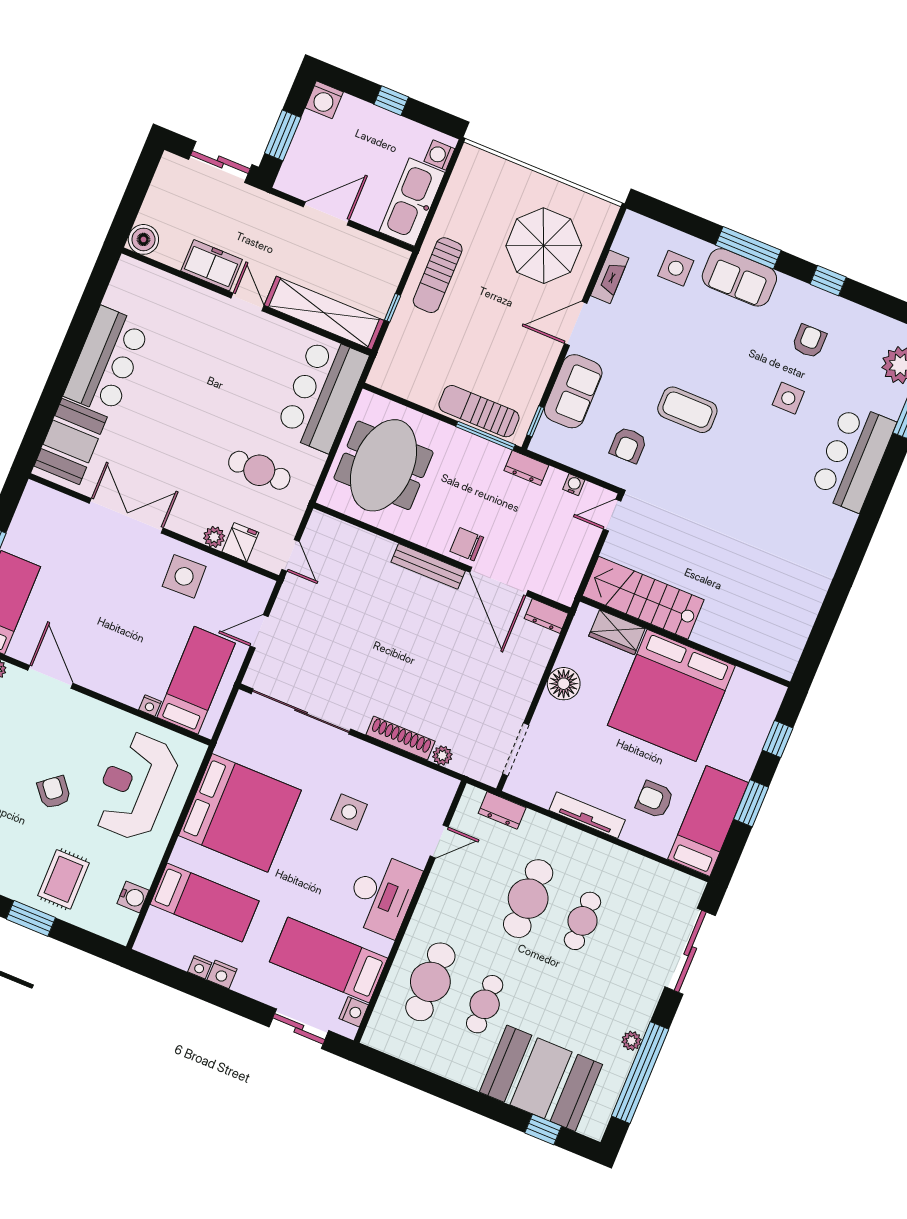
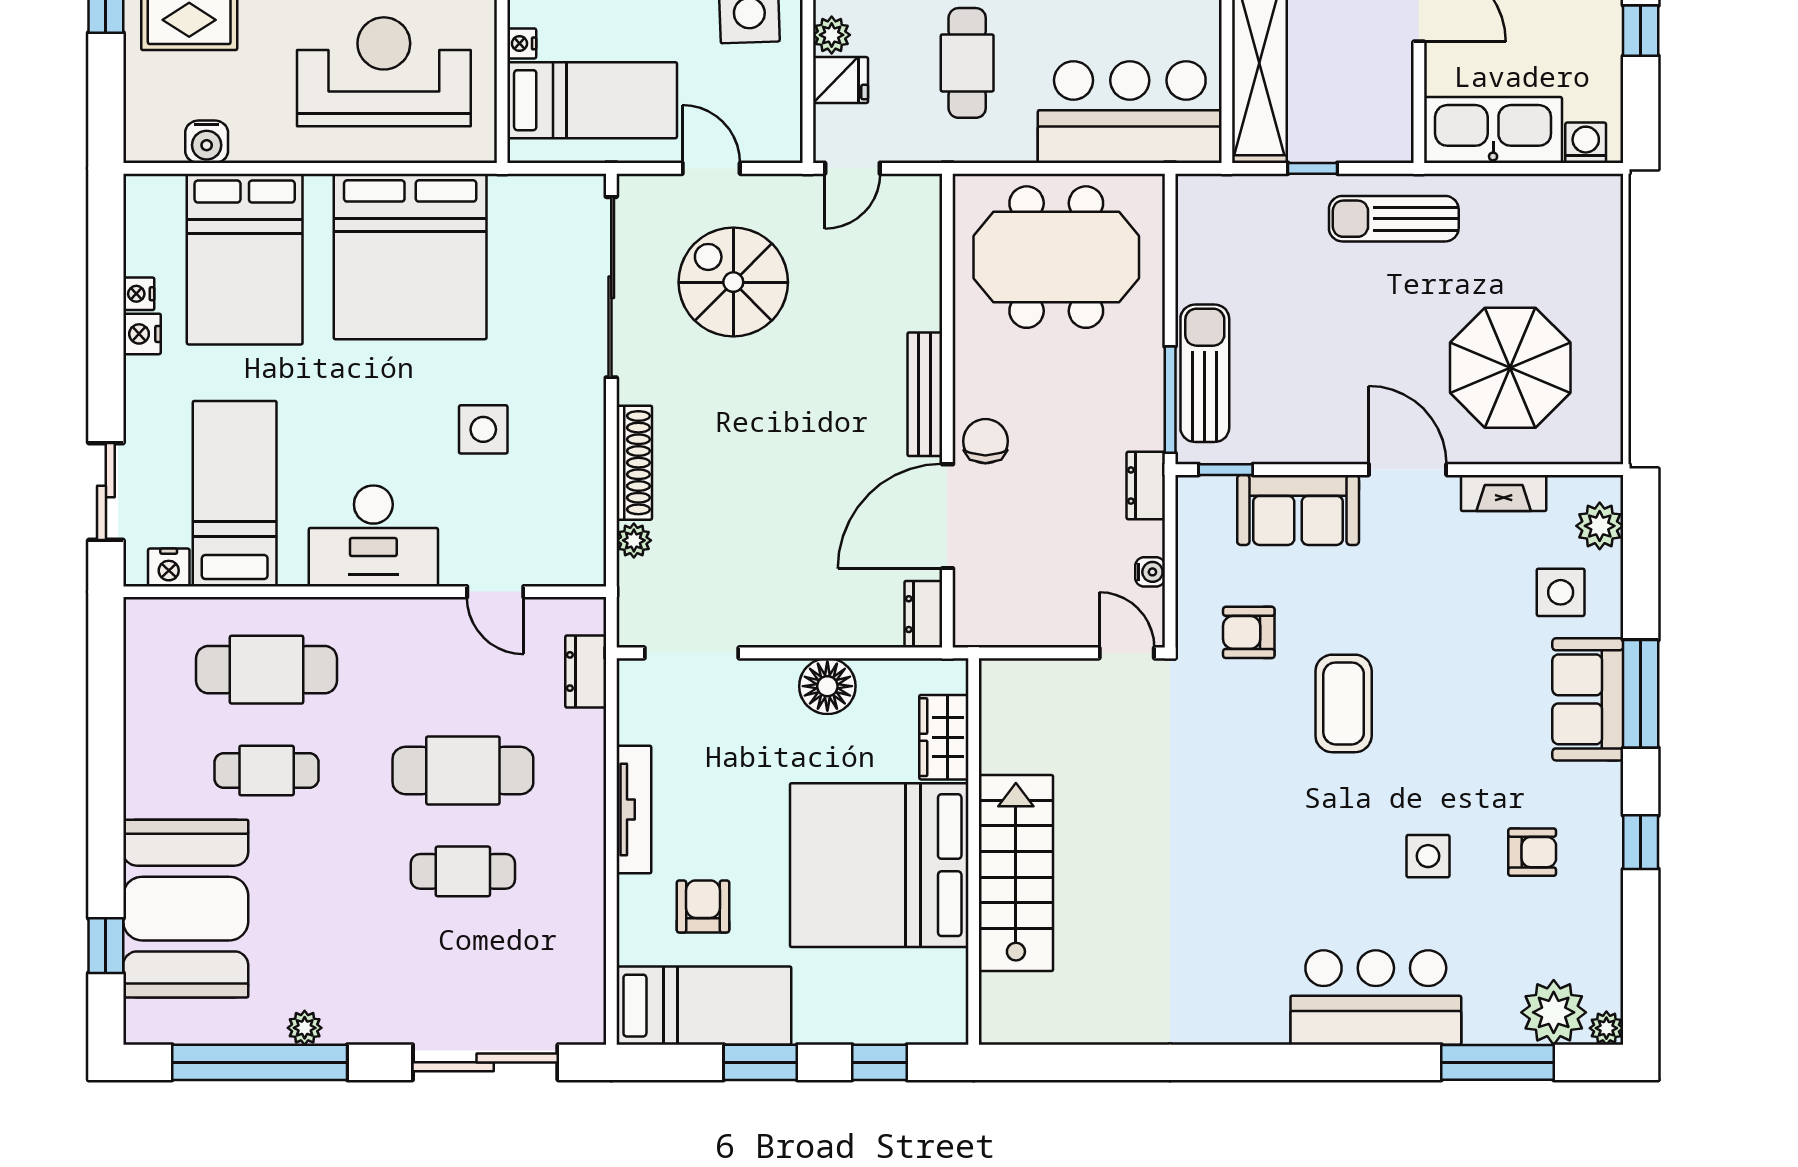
plant: (649, 233) -> (1600, 526), added
stairs: (643, 598) -> (1016, 873), moved
spiral stairs: (325, 645) -> (733, 282), added
bed: (205, 903) -> (245, 259), width x1.50

